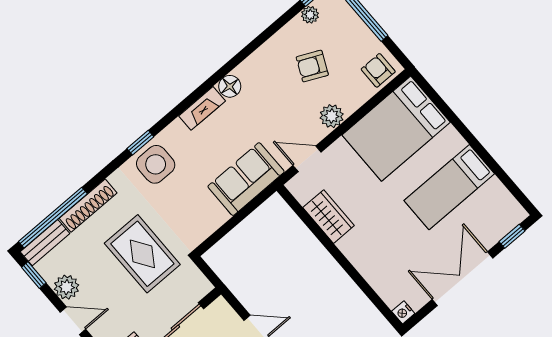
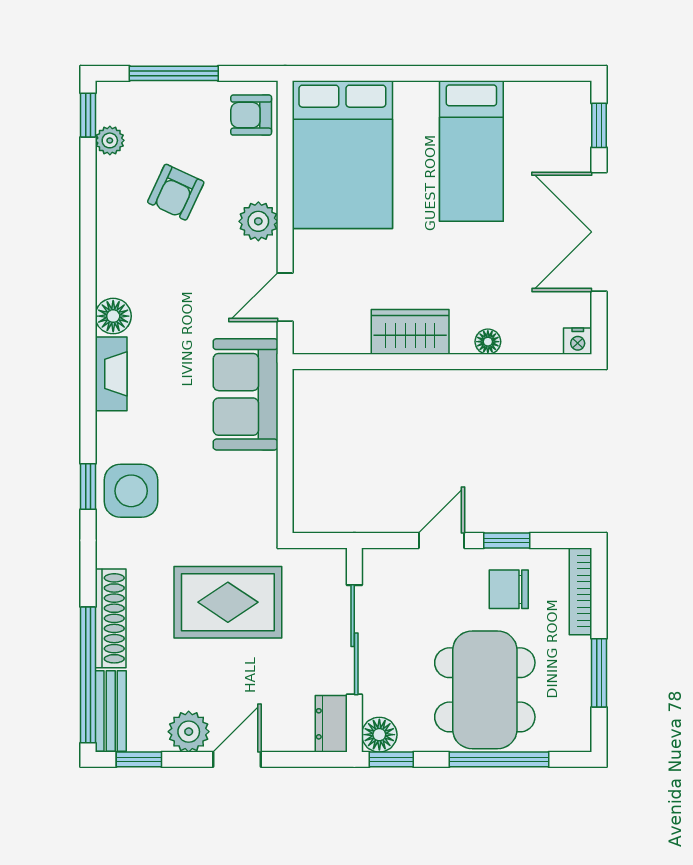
wardrobe: (329, 217) -> (410, 332), moved
floor lamp: (367, 271) -> (488, 342), added

